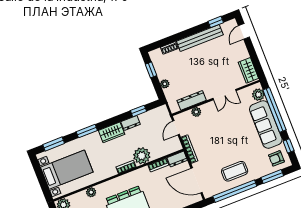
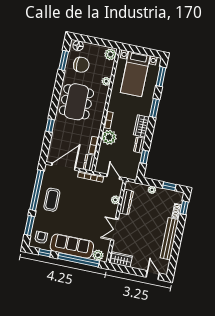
window: (216, 22) -> (184, 208), moved

